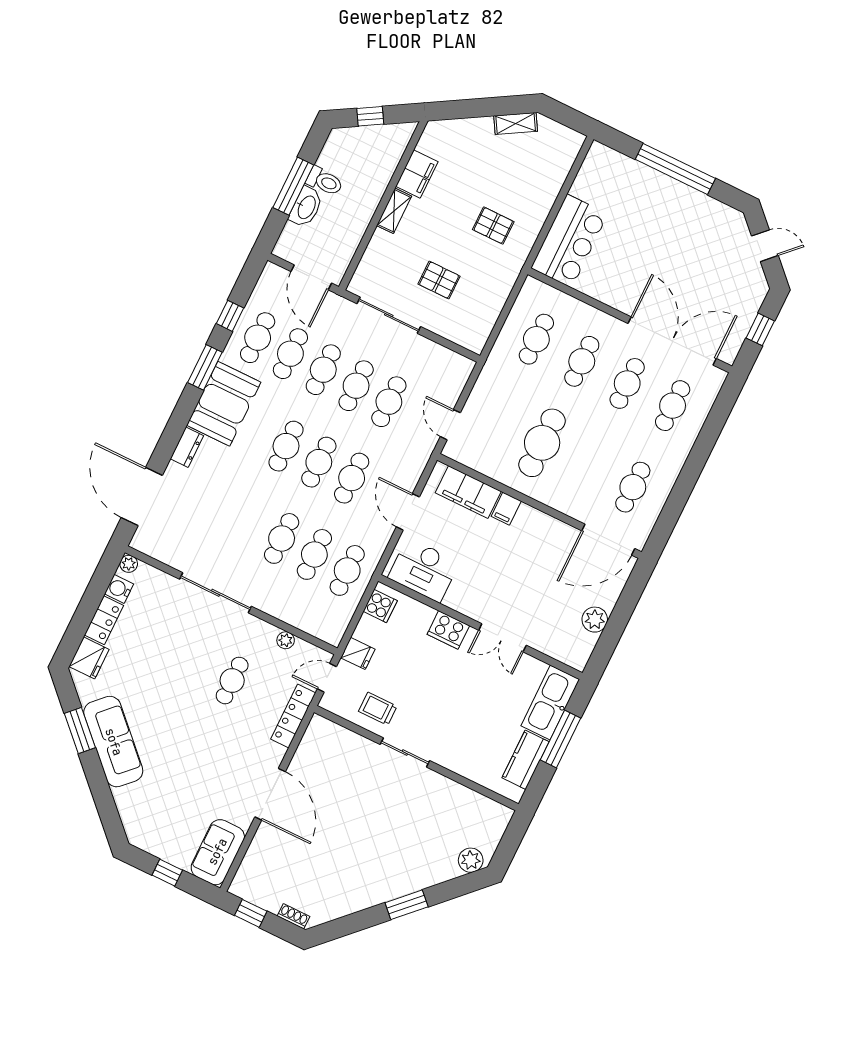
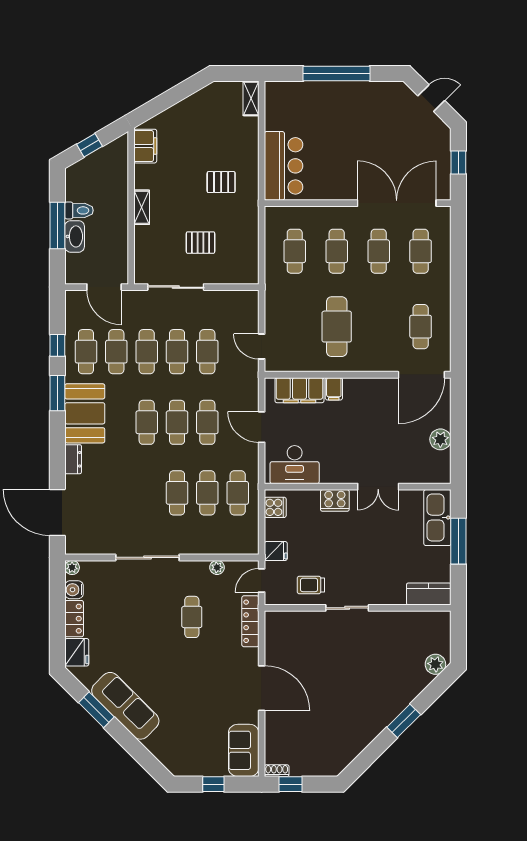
shelving: (516, 124) -> (251, 98), moved, turned -60
filing cabinet: (417, 174) -> (145, 146), moved
kitchen counter: (526, 760) -> (429, 594), moved, turned 90
shoe rack: (293, 916) -> (277, 771), moved

